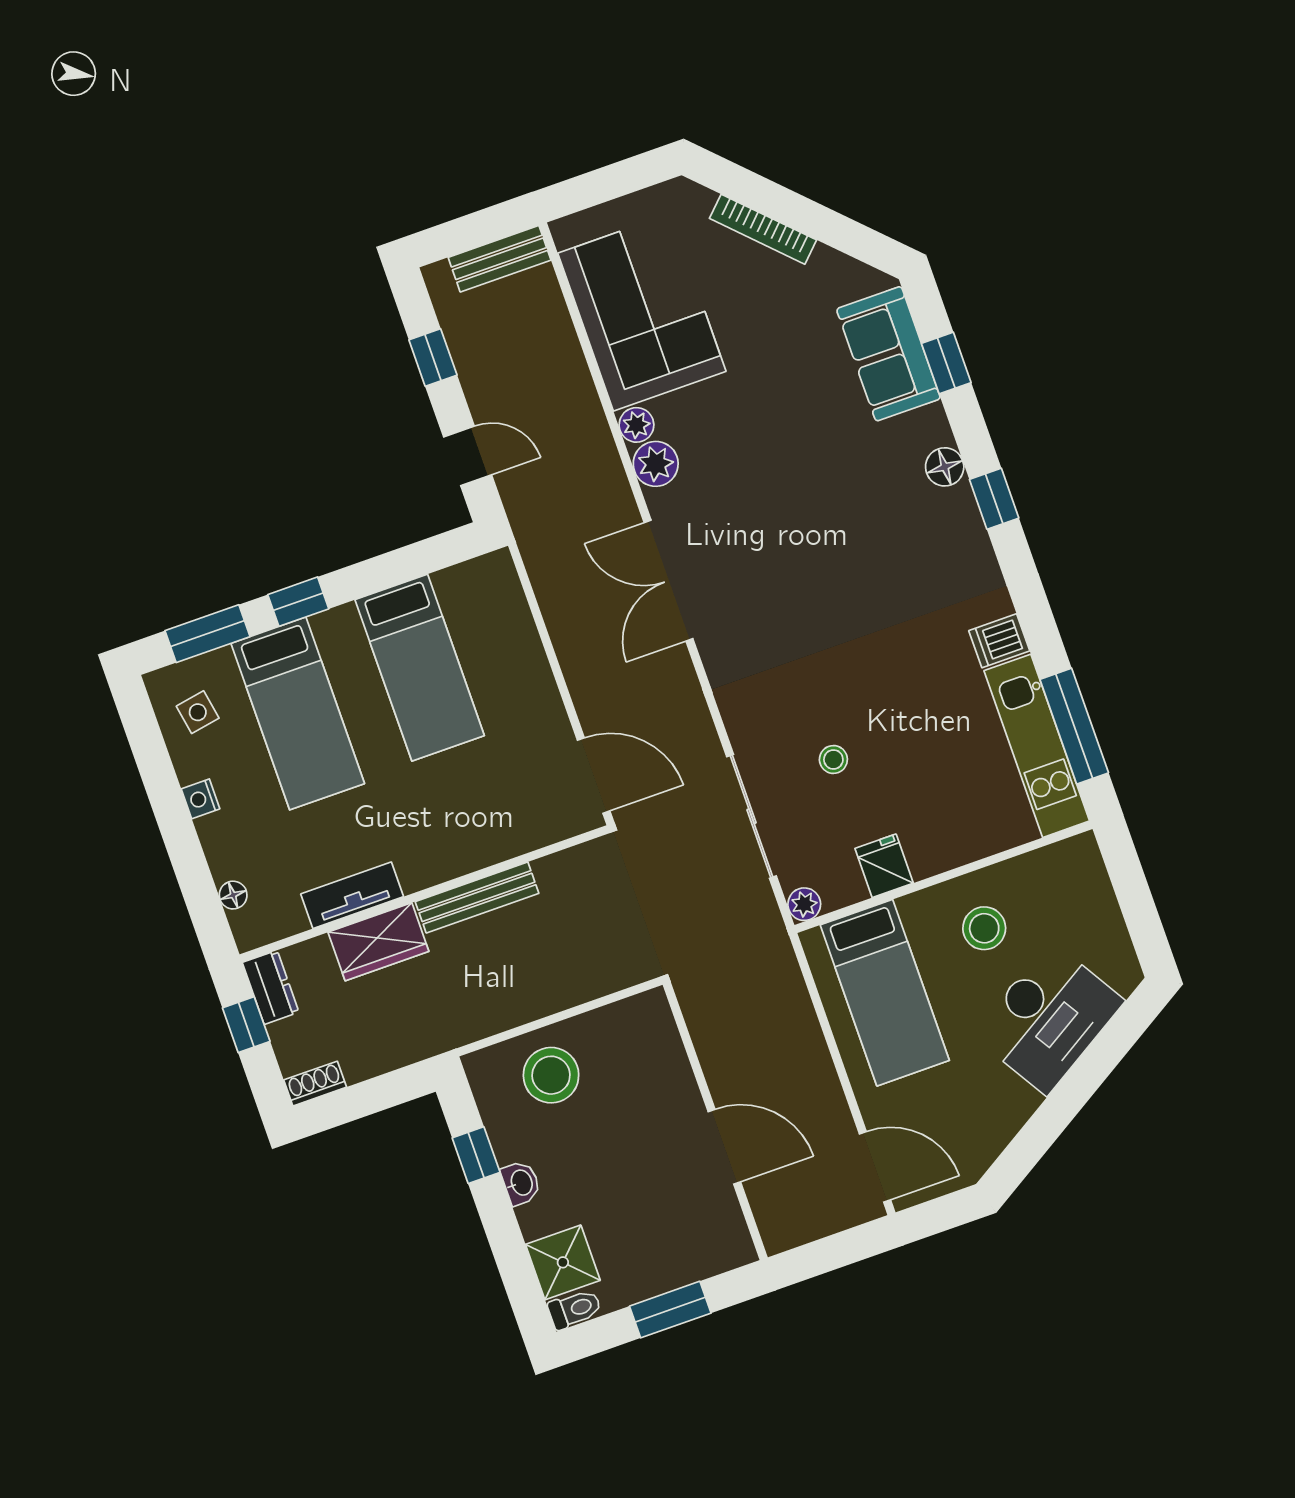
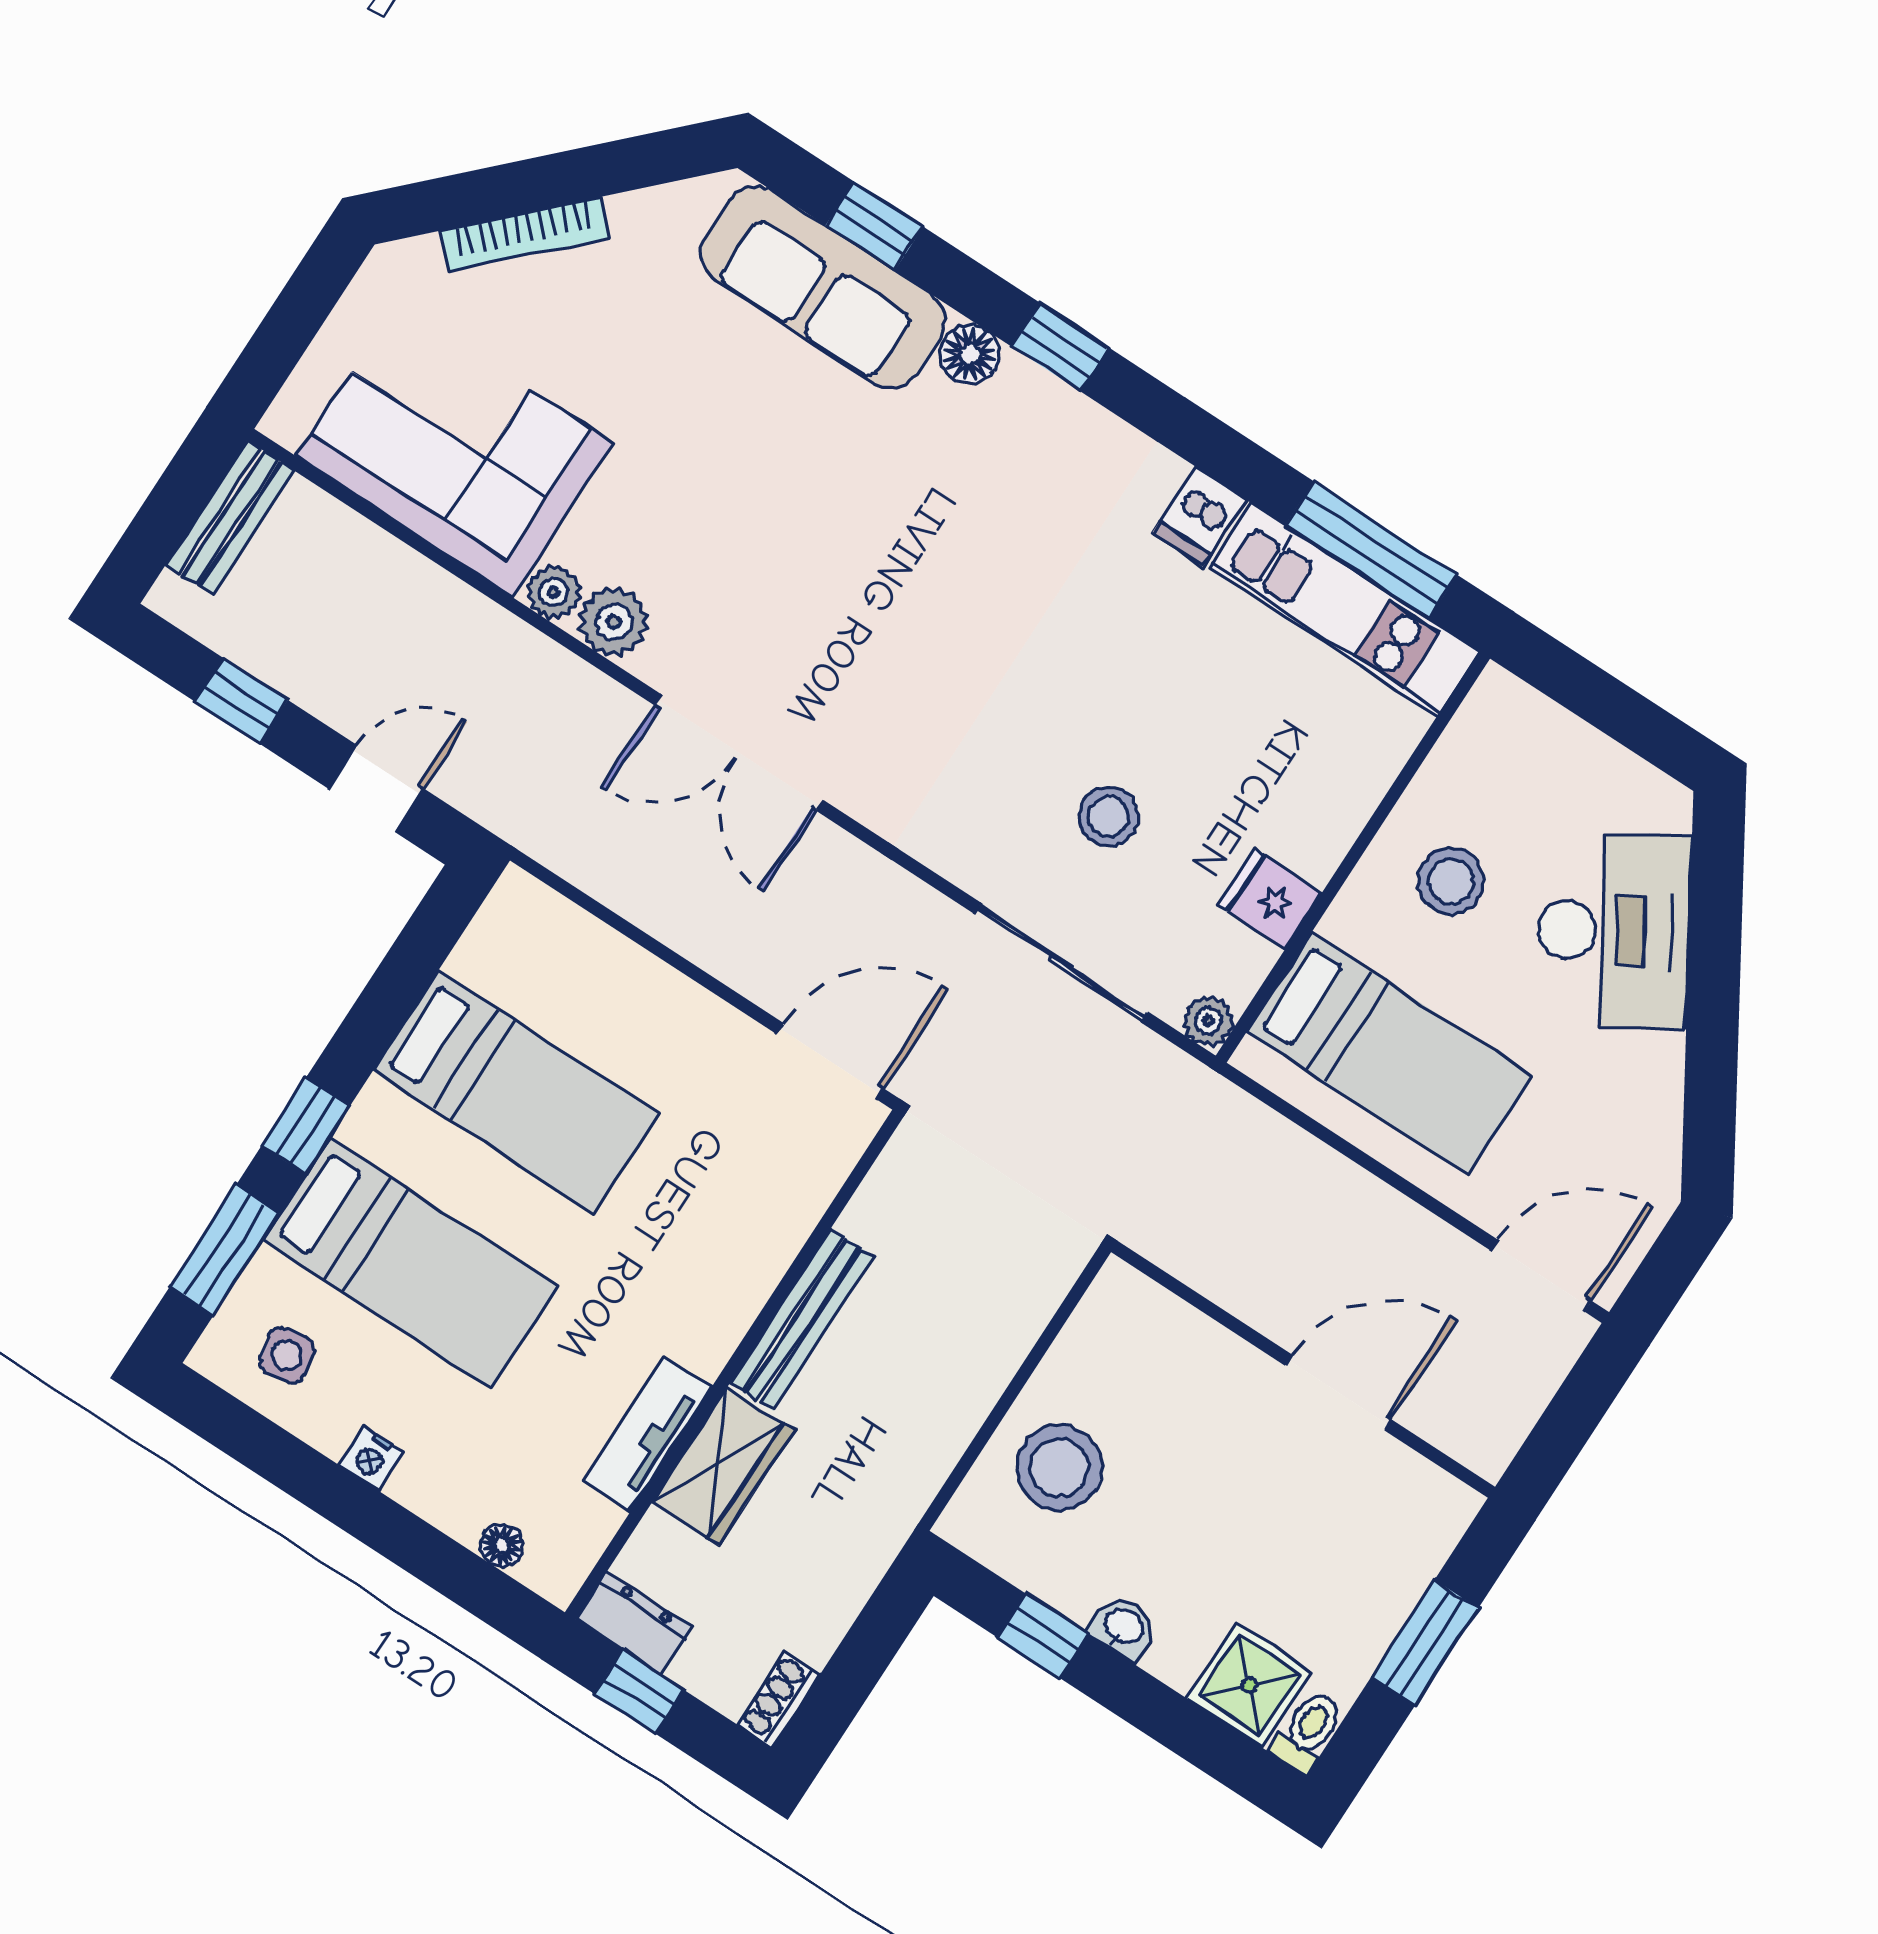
sofa: (888, 354) -> (823, 287), width x1.36
stool: (833, 759) -> (1108, 817), width x1.37, depth x1.37

